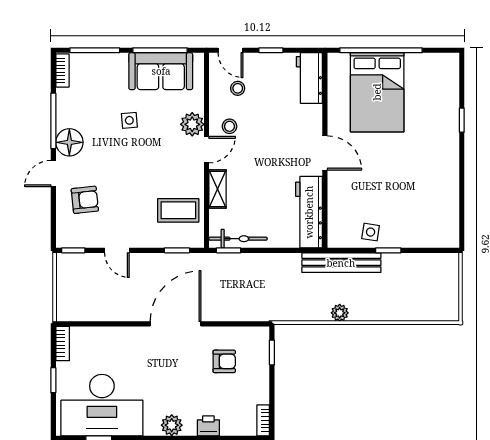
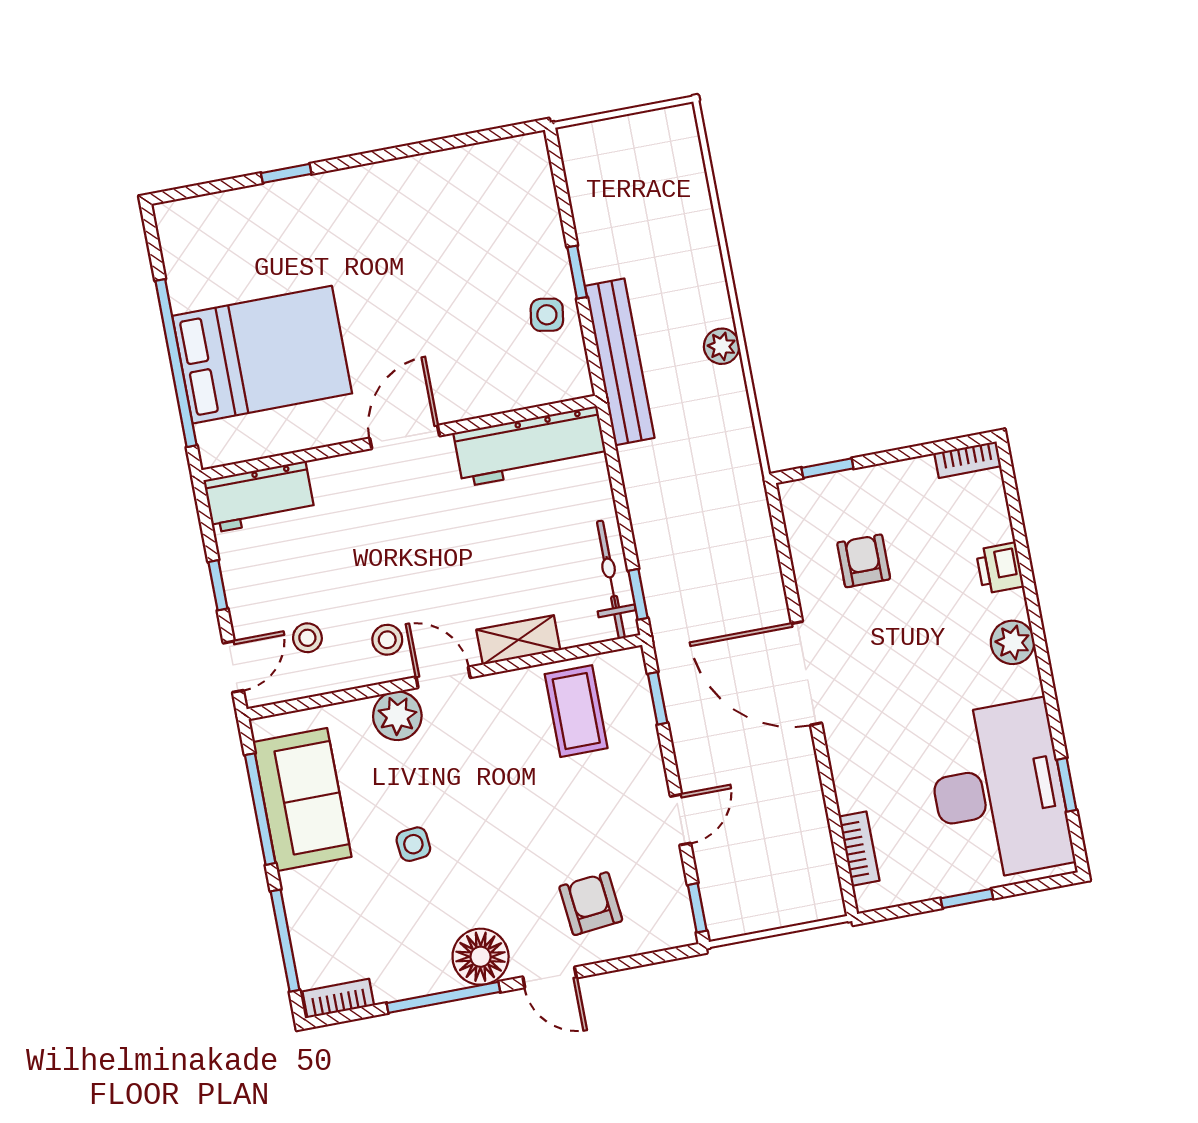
bookcase: (63, 343) -> (859, 849), moved, turned 90

